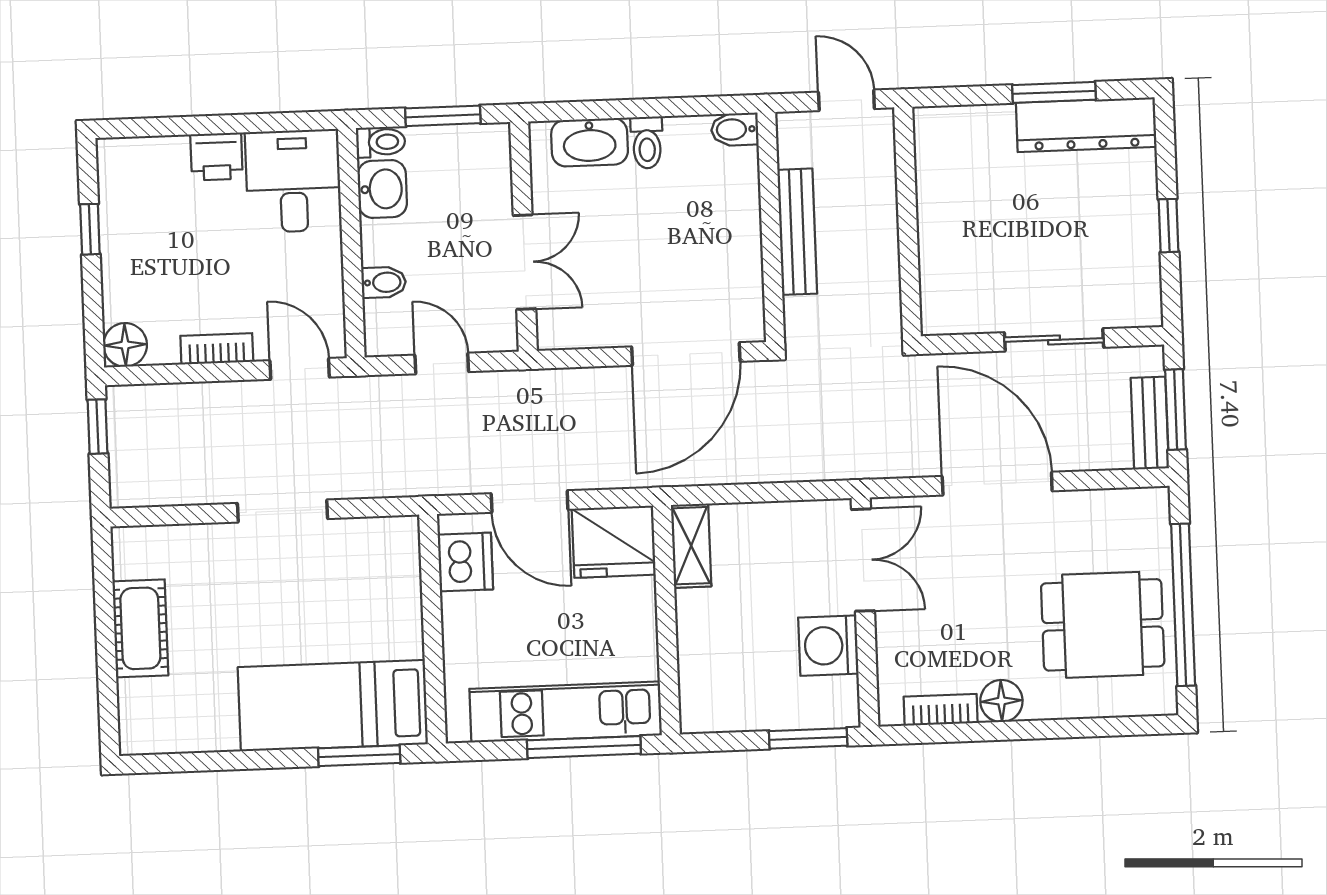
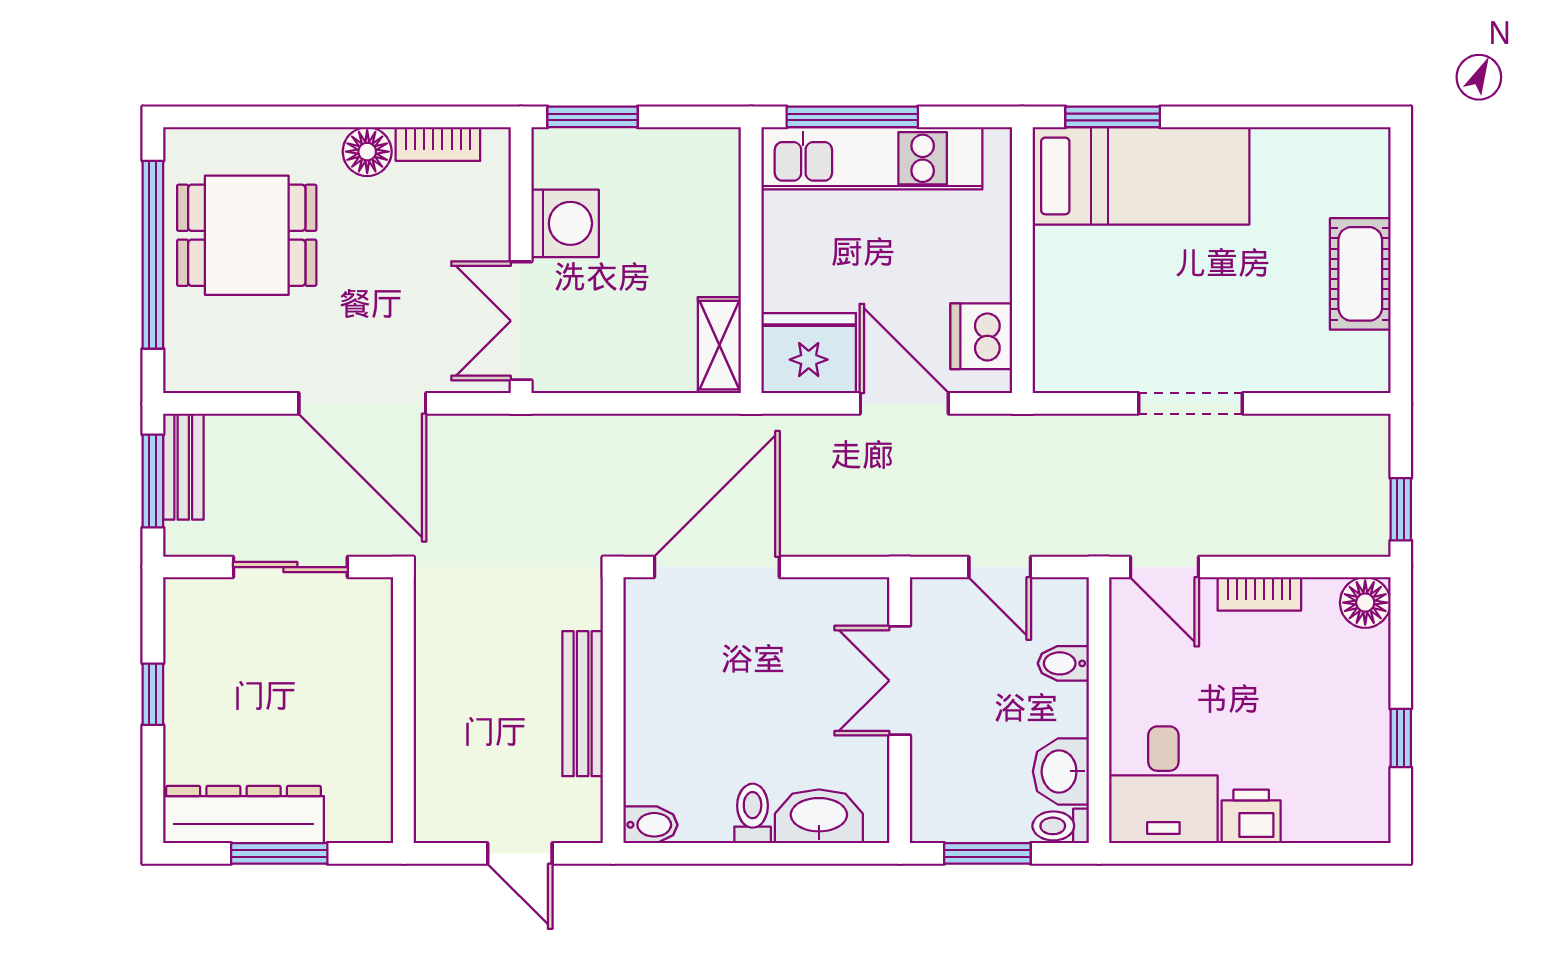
wall: (908, 222) -> (403, 710), moved

